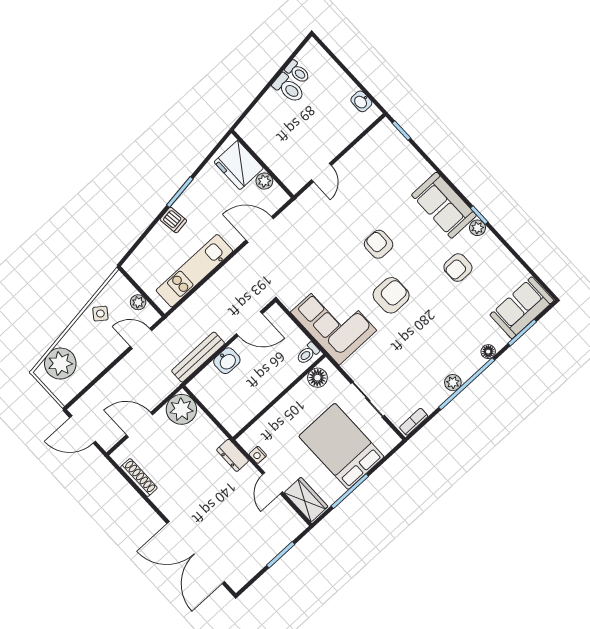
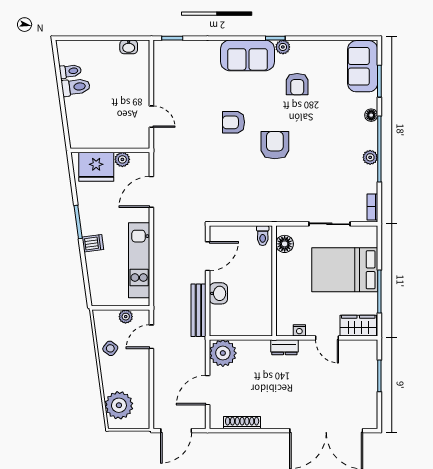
corner sofa: (334, 321) -> (257, 199), removed

